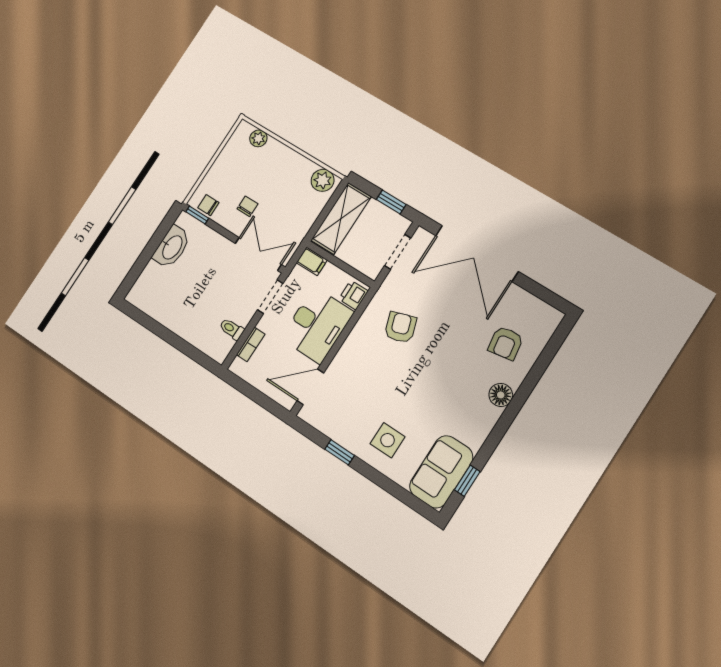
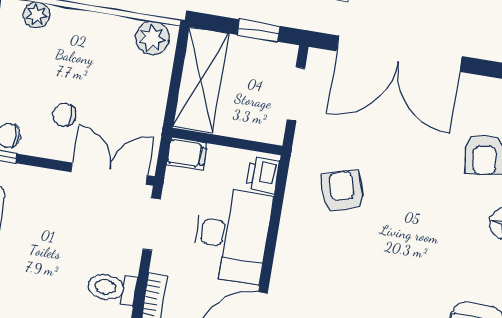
chair: (248, 206) -> (64, 115), turned -90
toilet: (232, 329) -> (112, 288), width x1.37, depth x1.39

